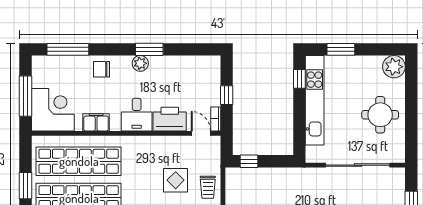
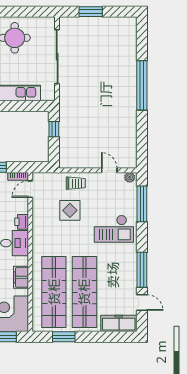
printer: (170, 119) -> (22, 222), width x0.53, depth x0.68
window: (249, 161) -> (54, 129), moved
window: (25, 186) -> (64, 337), moved

